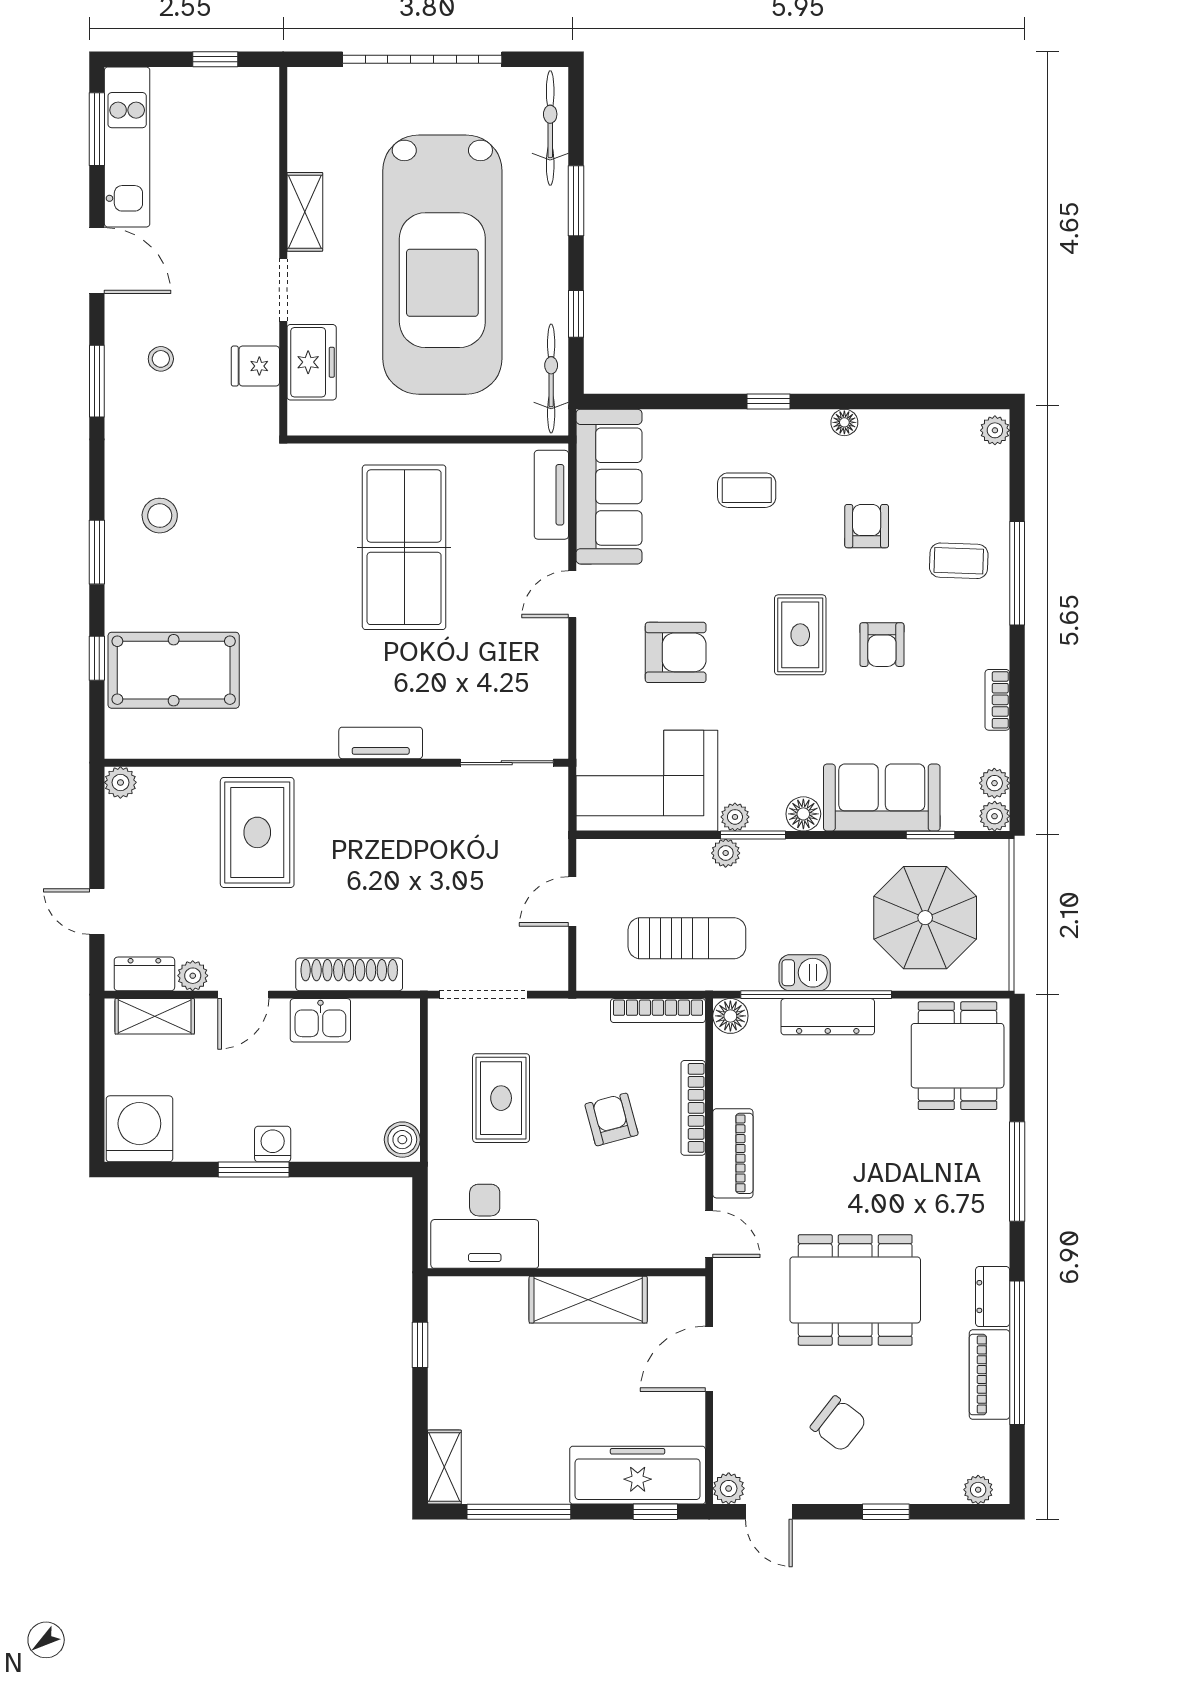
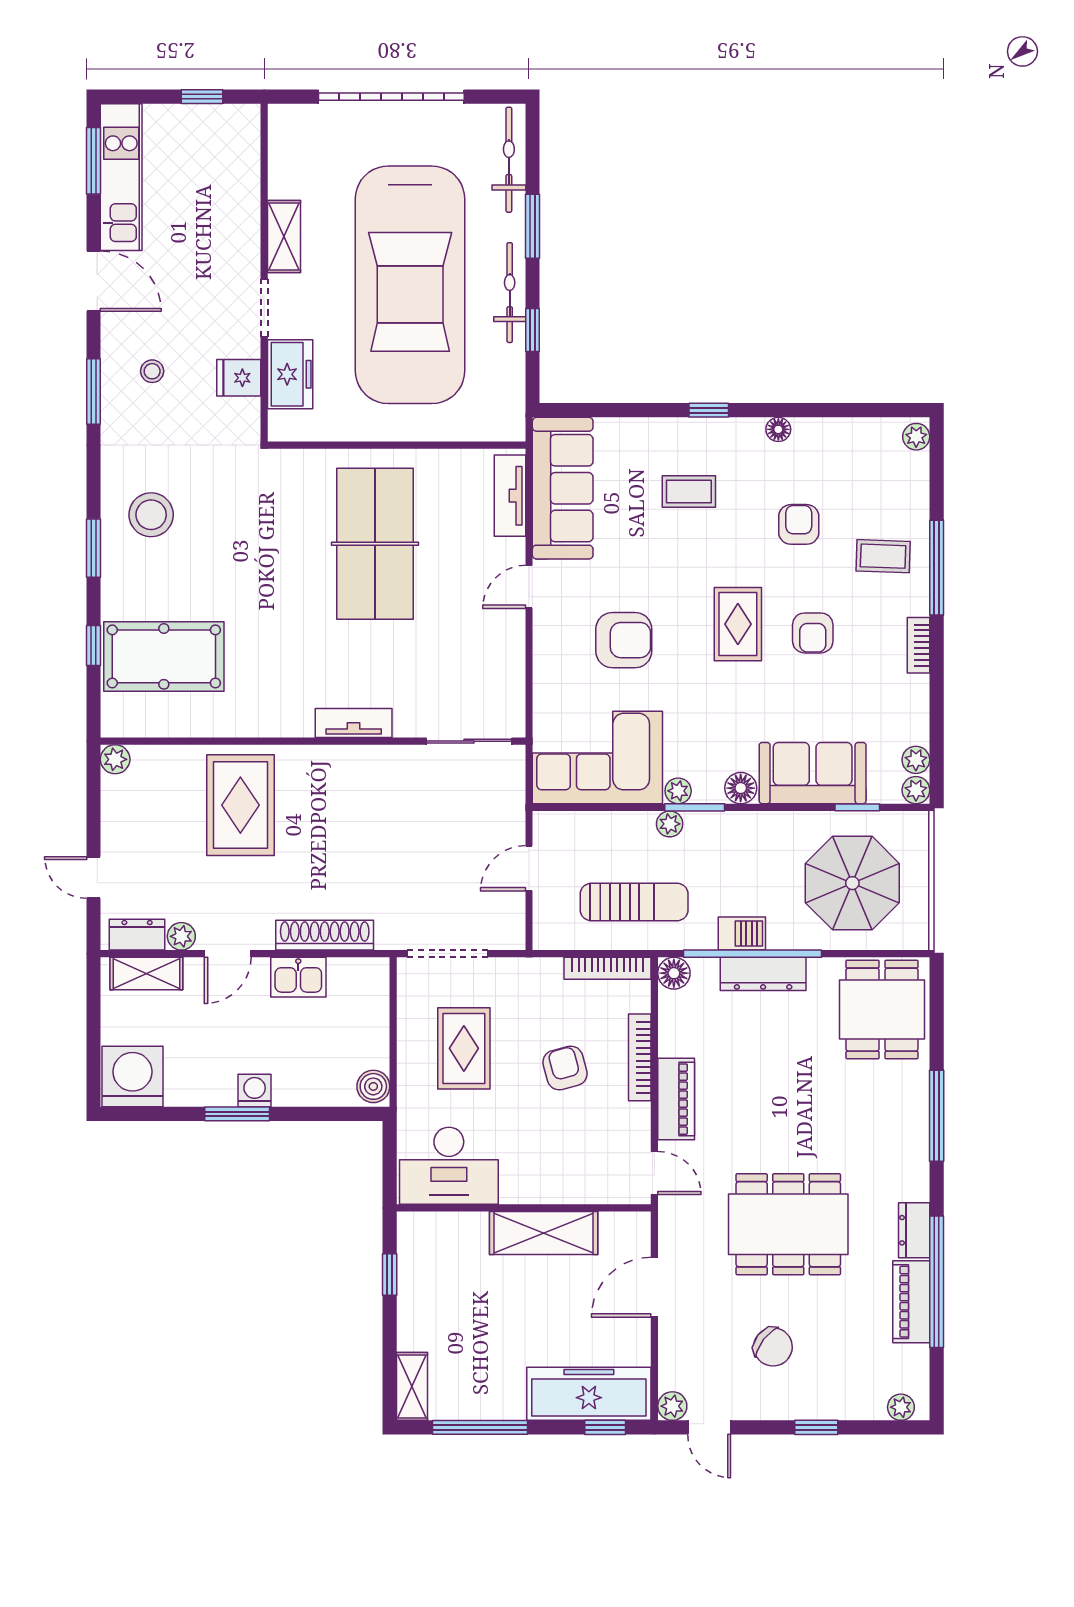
bicycle: (551, 378) -> (510, 293), moved
stool: (160, 516) -> (151, 515), width x1.38, depth x1.38
bookcase: (997, 700) -> (918, 645), moved

